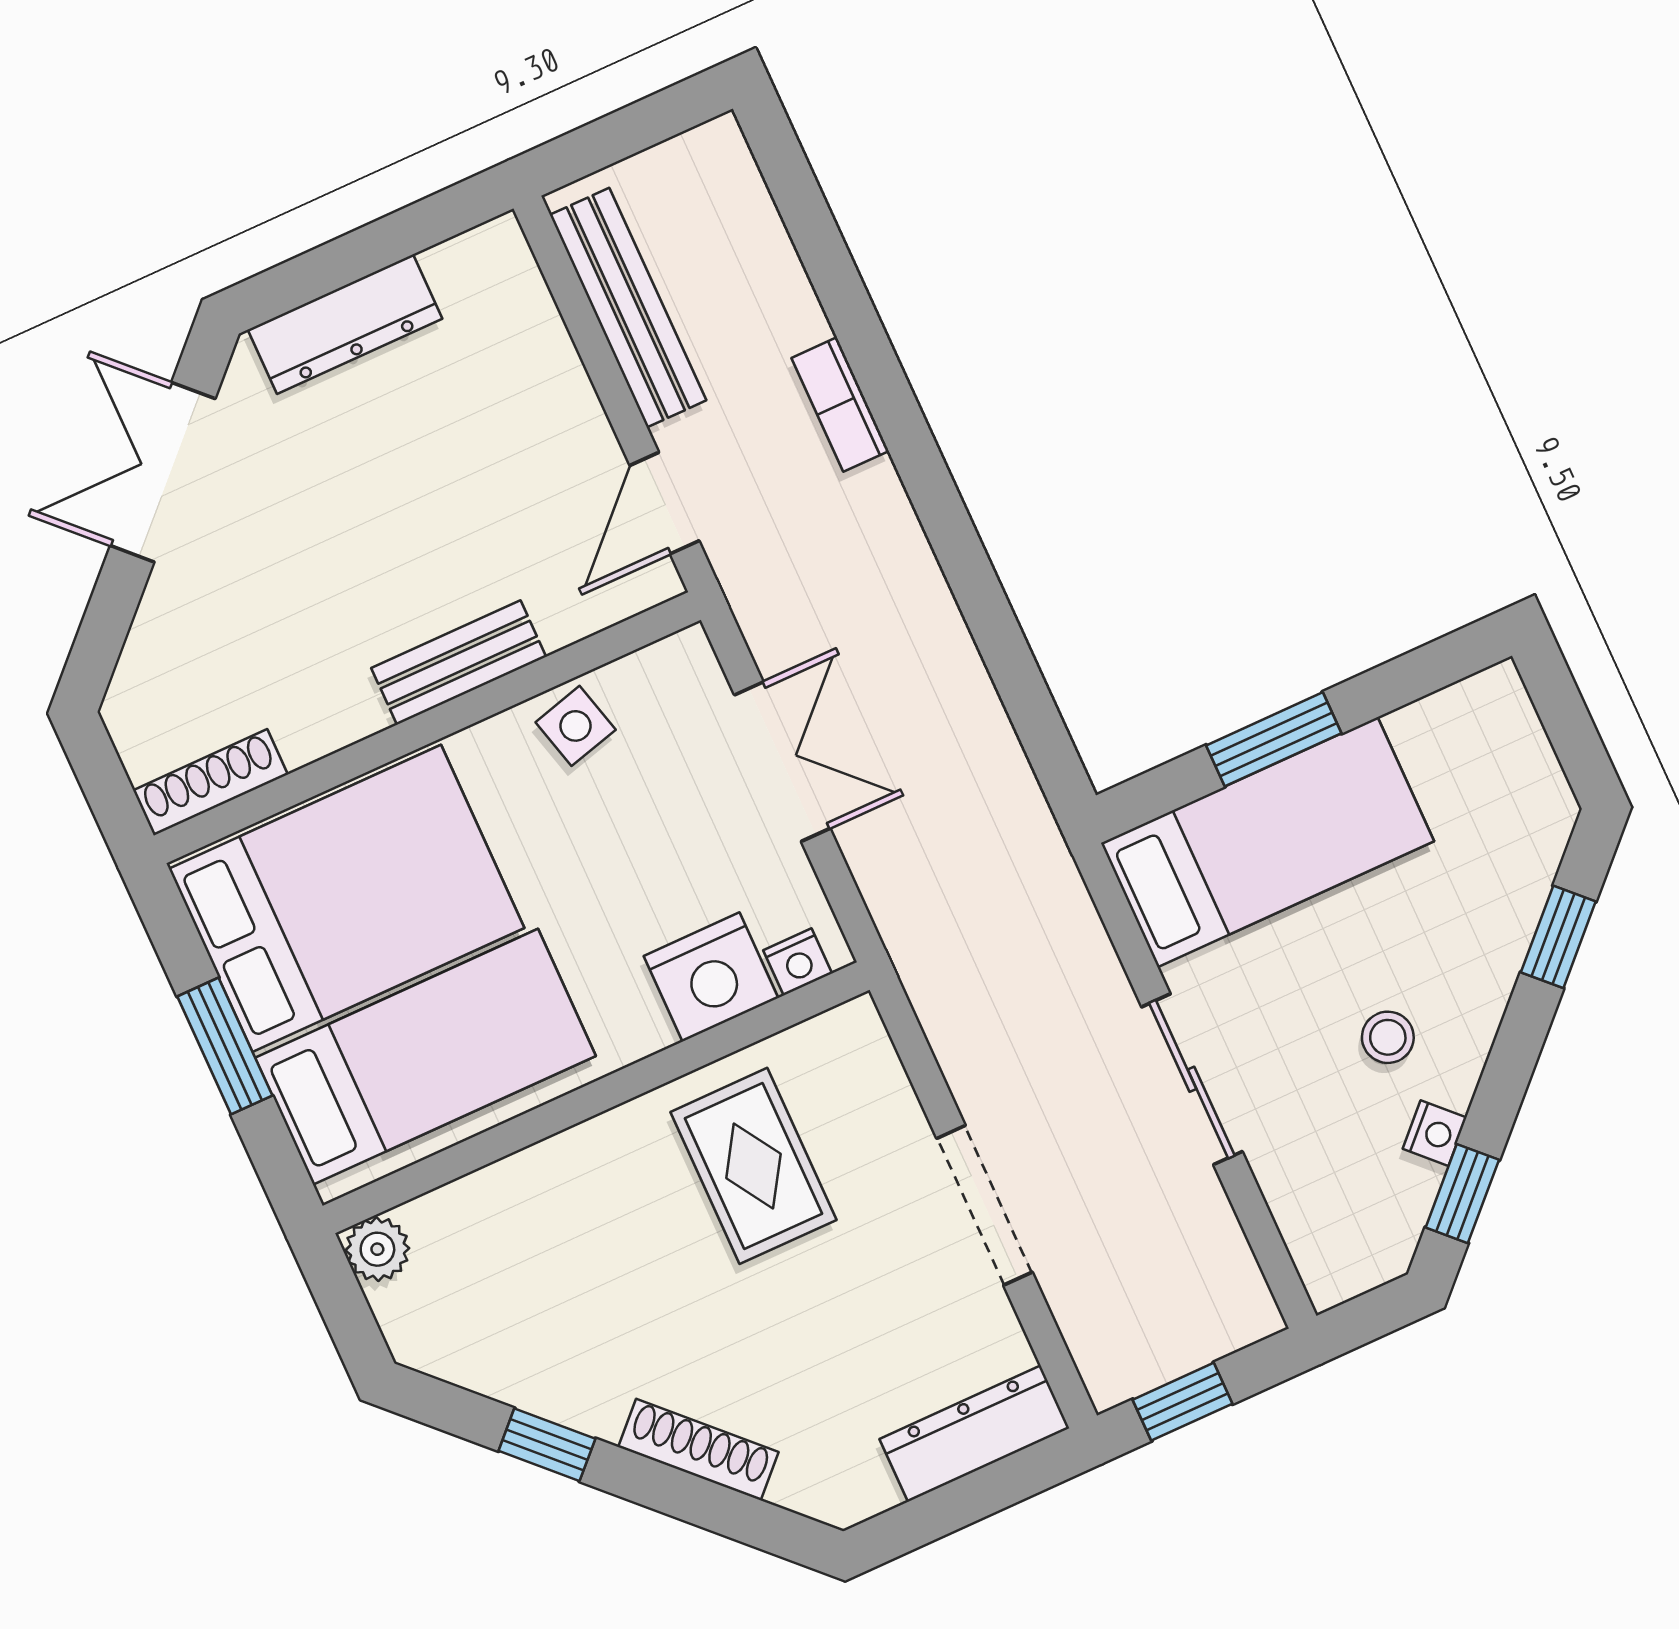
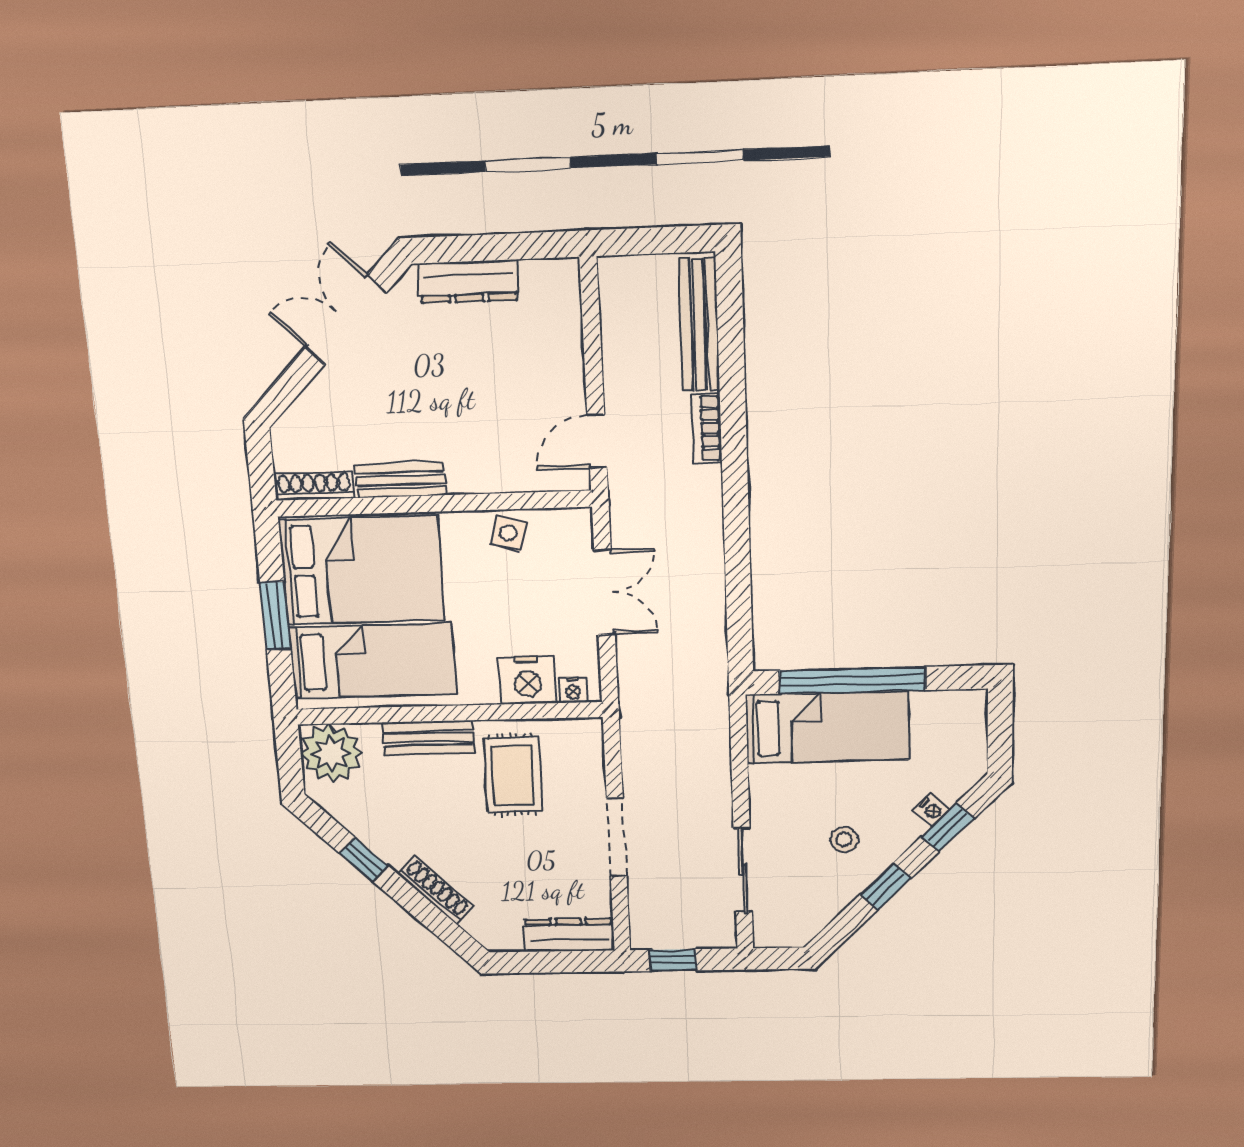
bench: (628, 308) -> (699, 325), moved
bench: (459, 662) -> (400, 480), moved
side table: (576, 726) -> (508, 533), turned 32
window: (1274, 739) -> (852, 680), width x2.11
sliding door: (1192, 1079) -> (743, 870), moved
nightstand: (1435, 1133) -> (932, 810), moved
bench: (576, 1160) -> (428, 738), added
window: (1462, 1194) -> (885, 886), moved
plant: (377, 1249) -> (331, 753), width x1.87, depth x1.87

